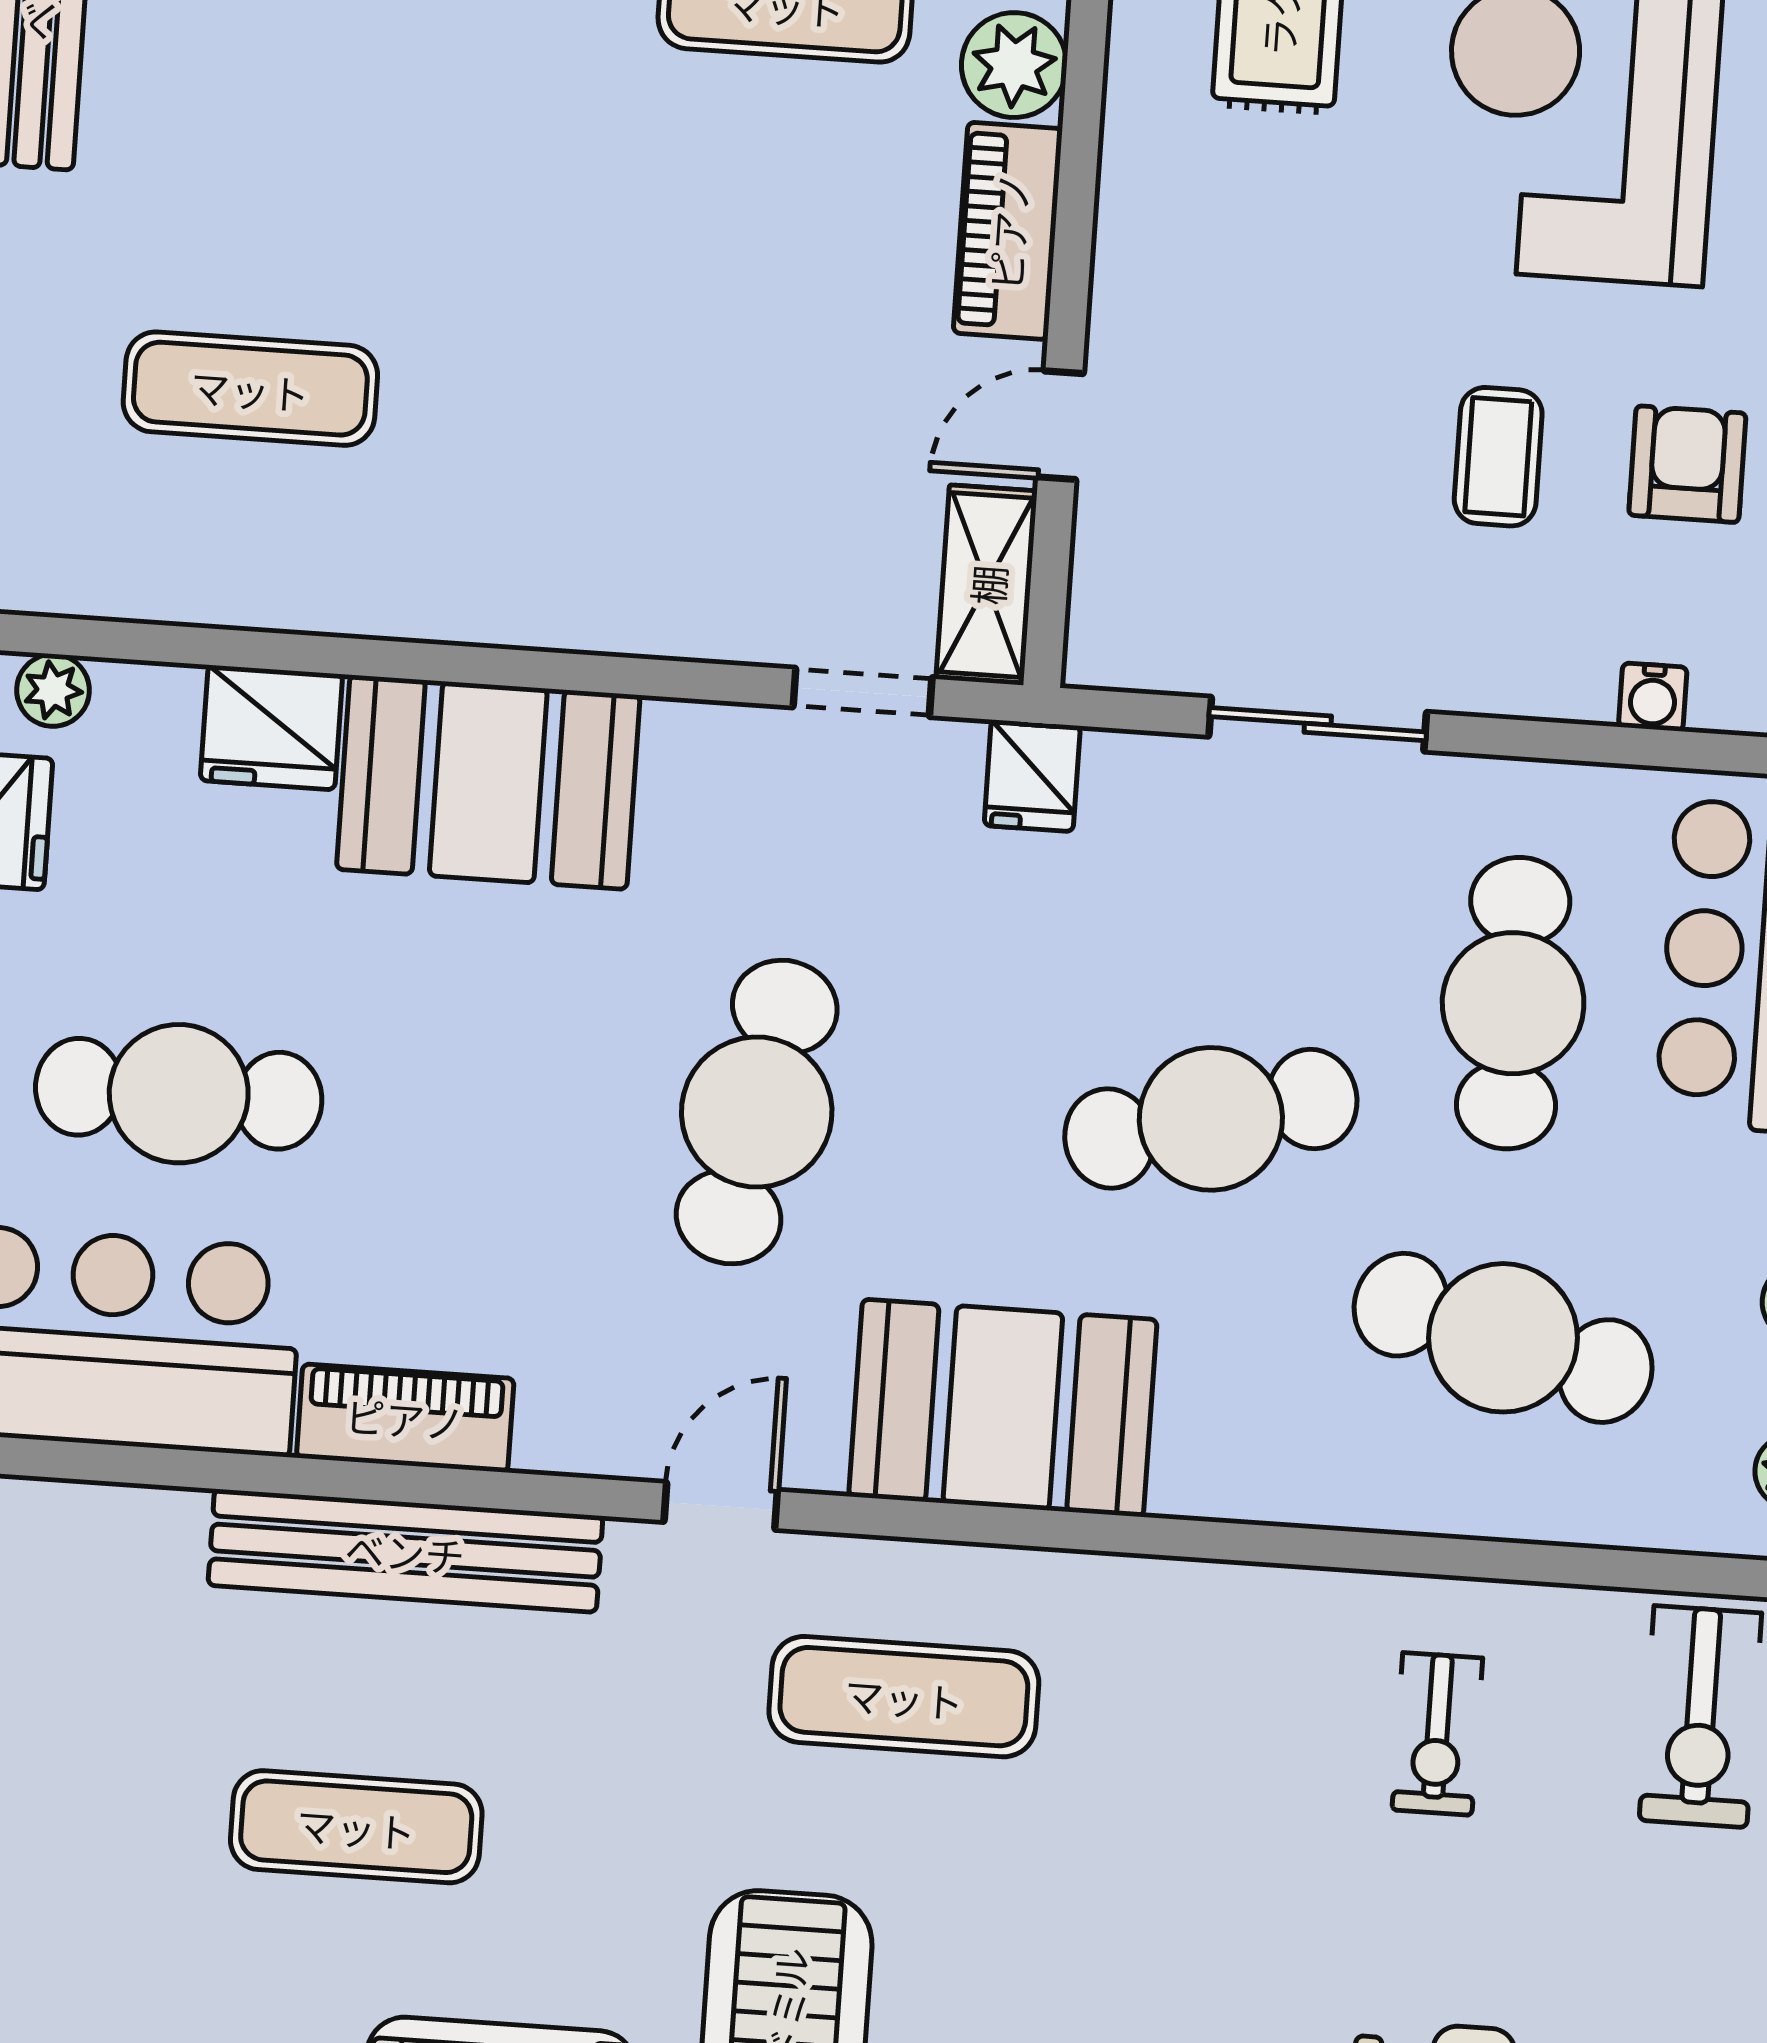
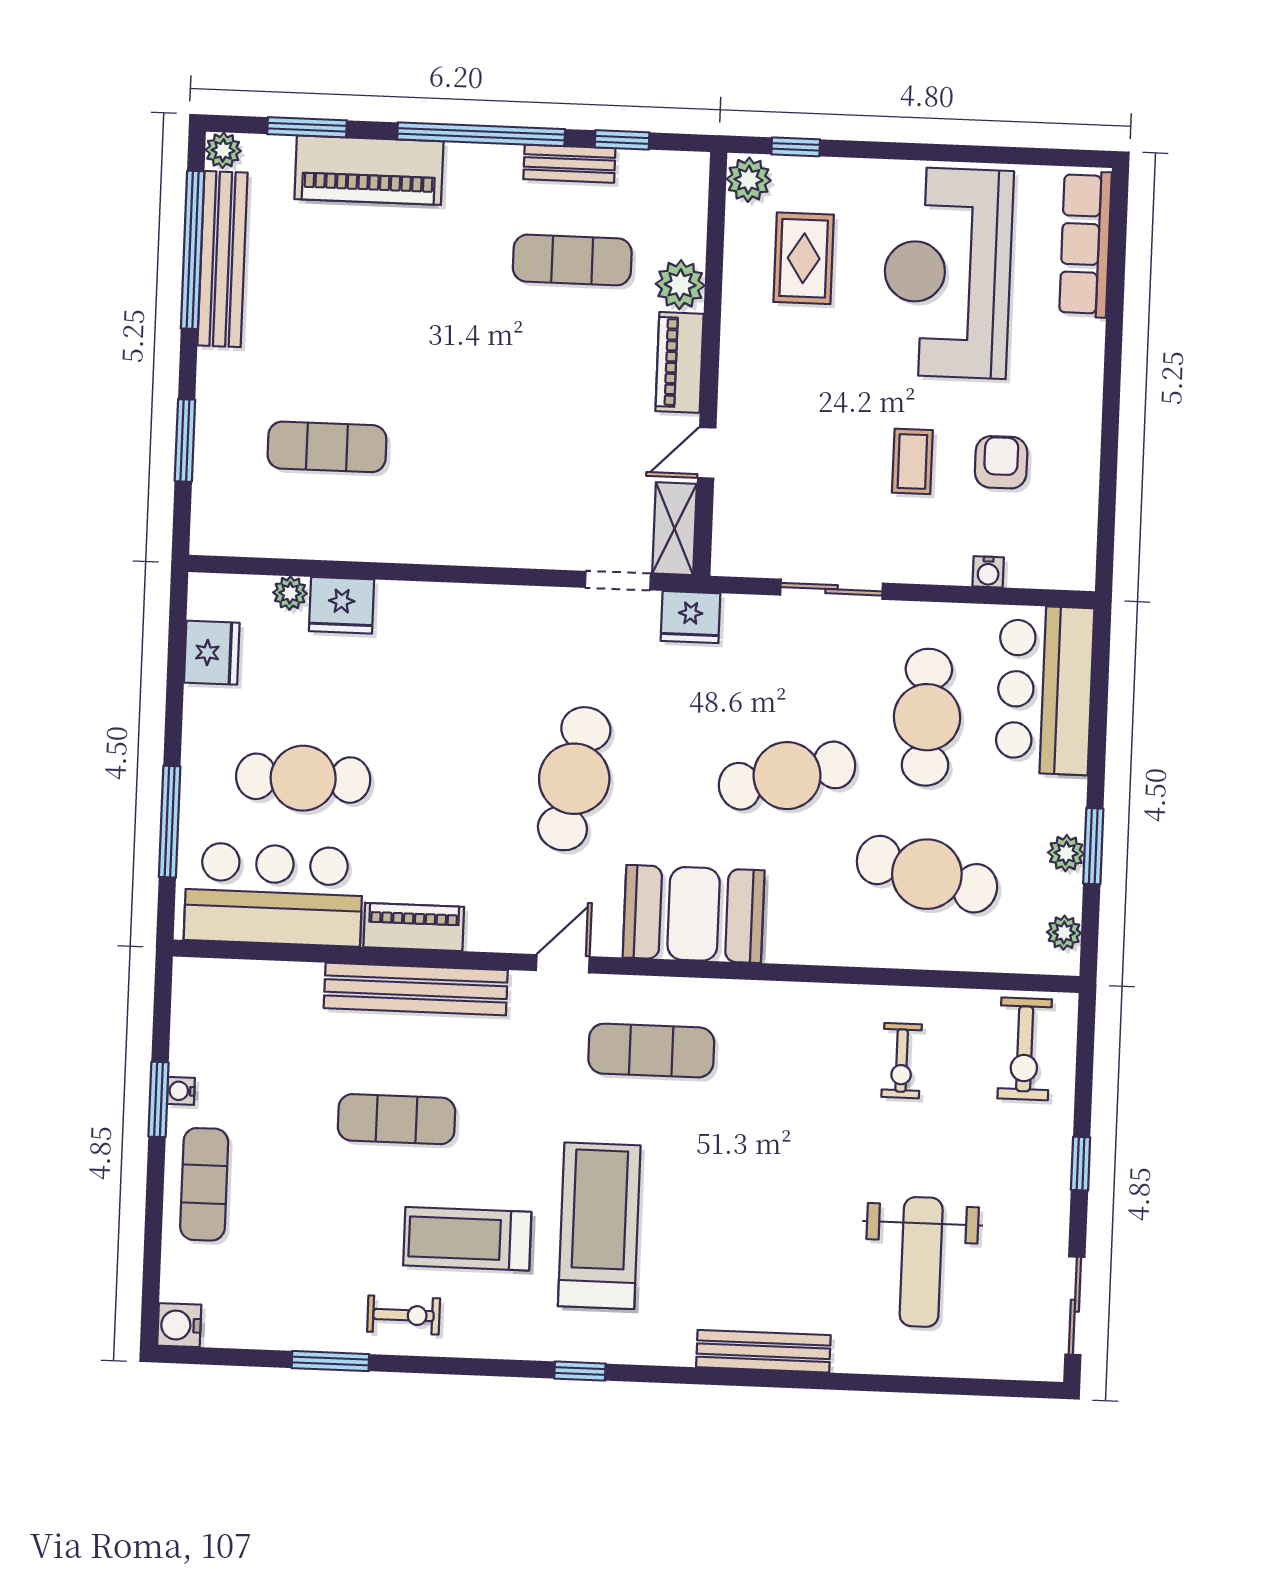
plant: (53, 690) -> (290, 593), moved
fridge: (1032, 776) -> (691, 617), width x1.38
booth: (488, 782) -> (444, 628), removed

